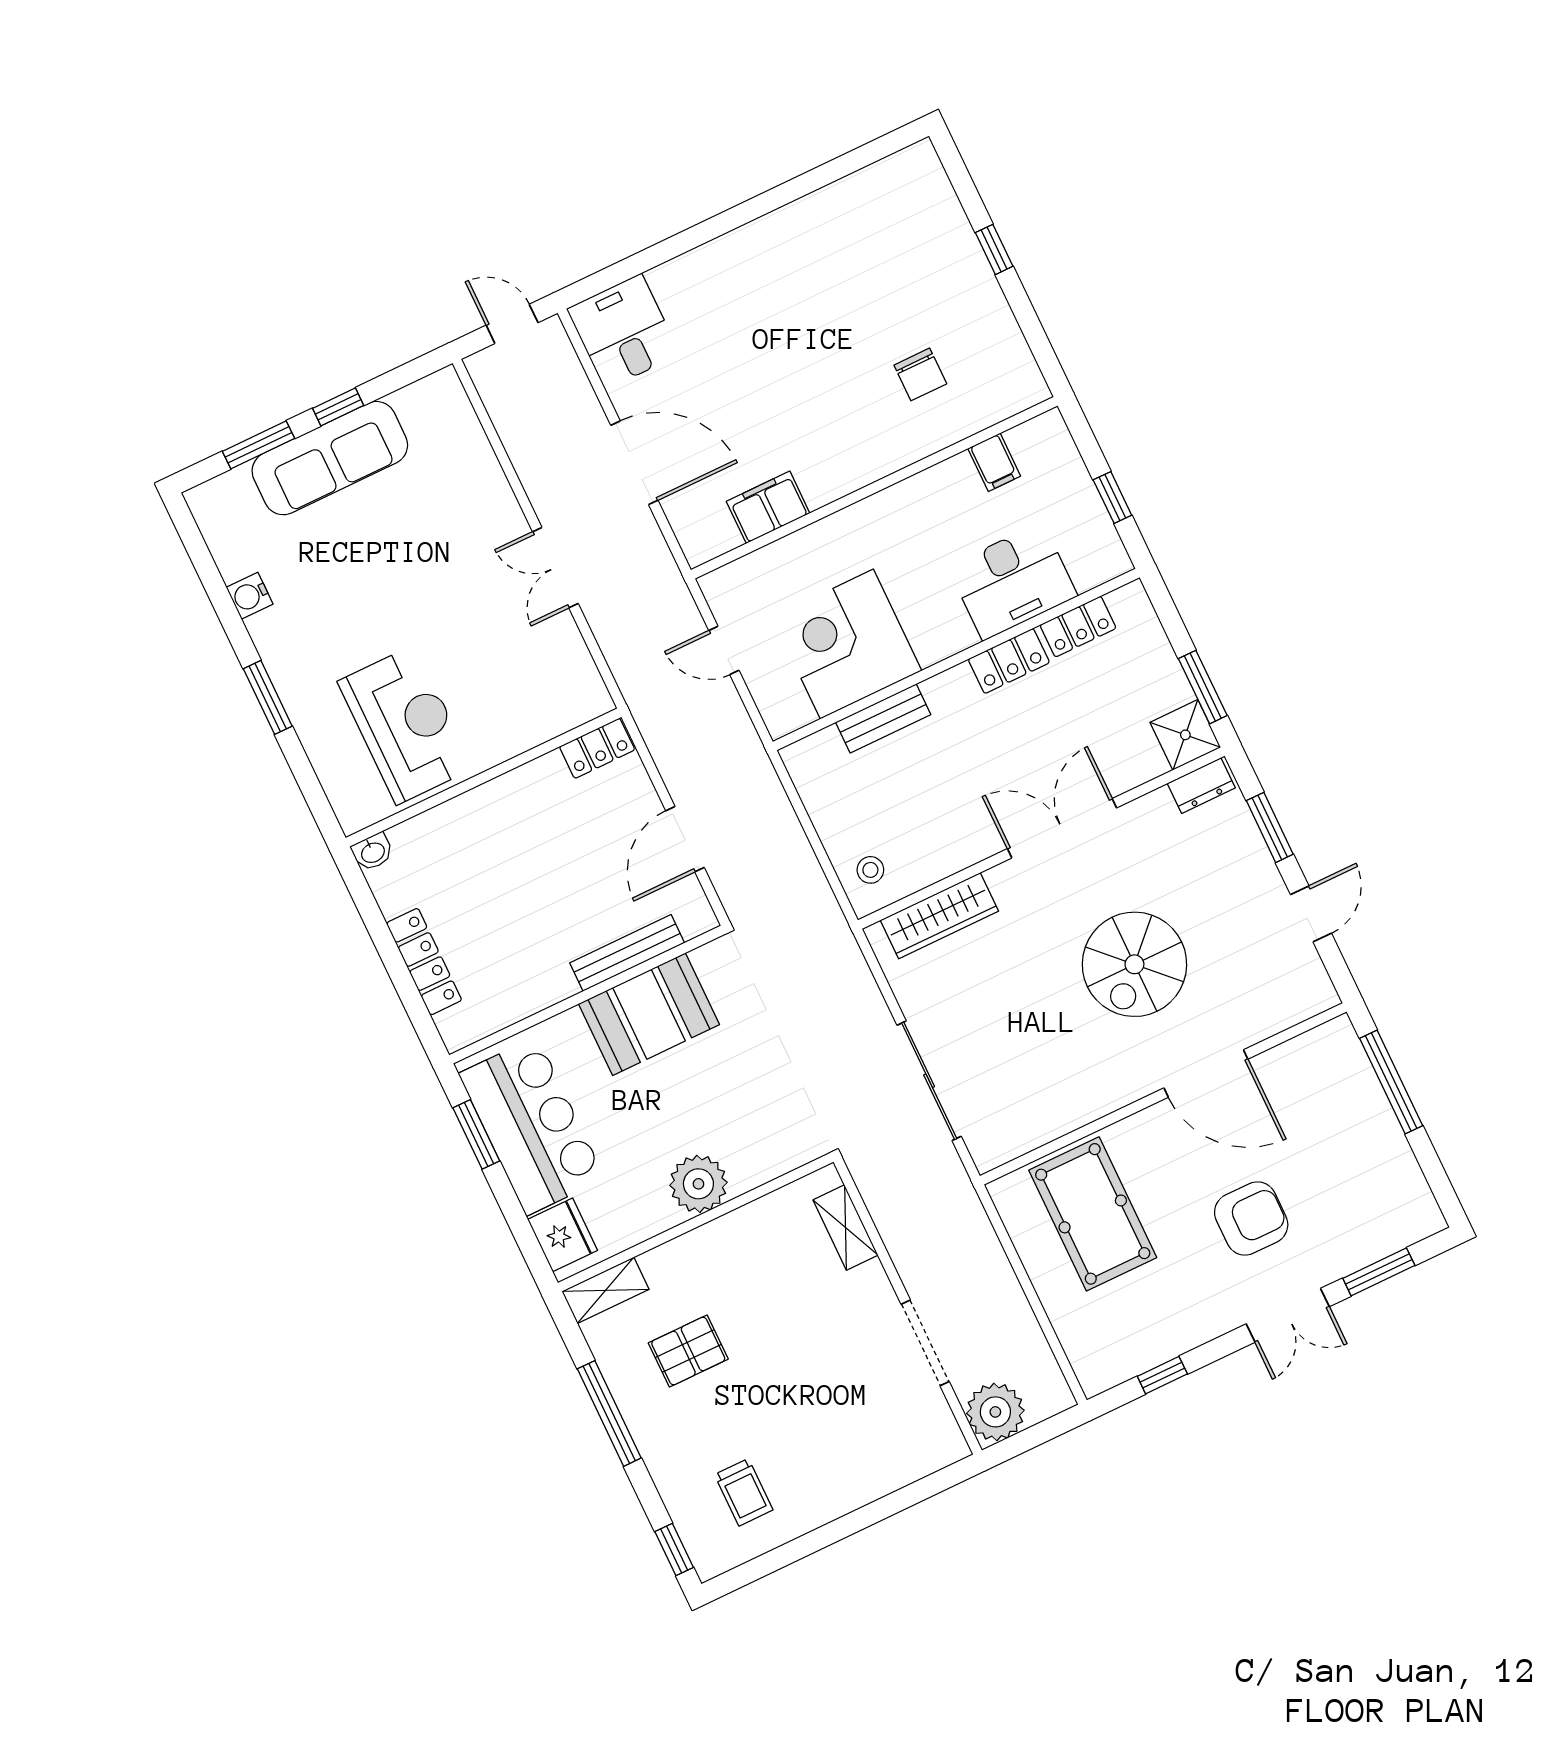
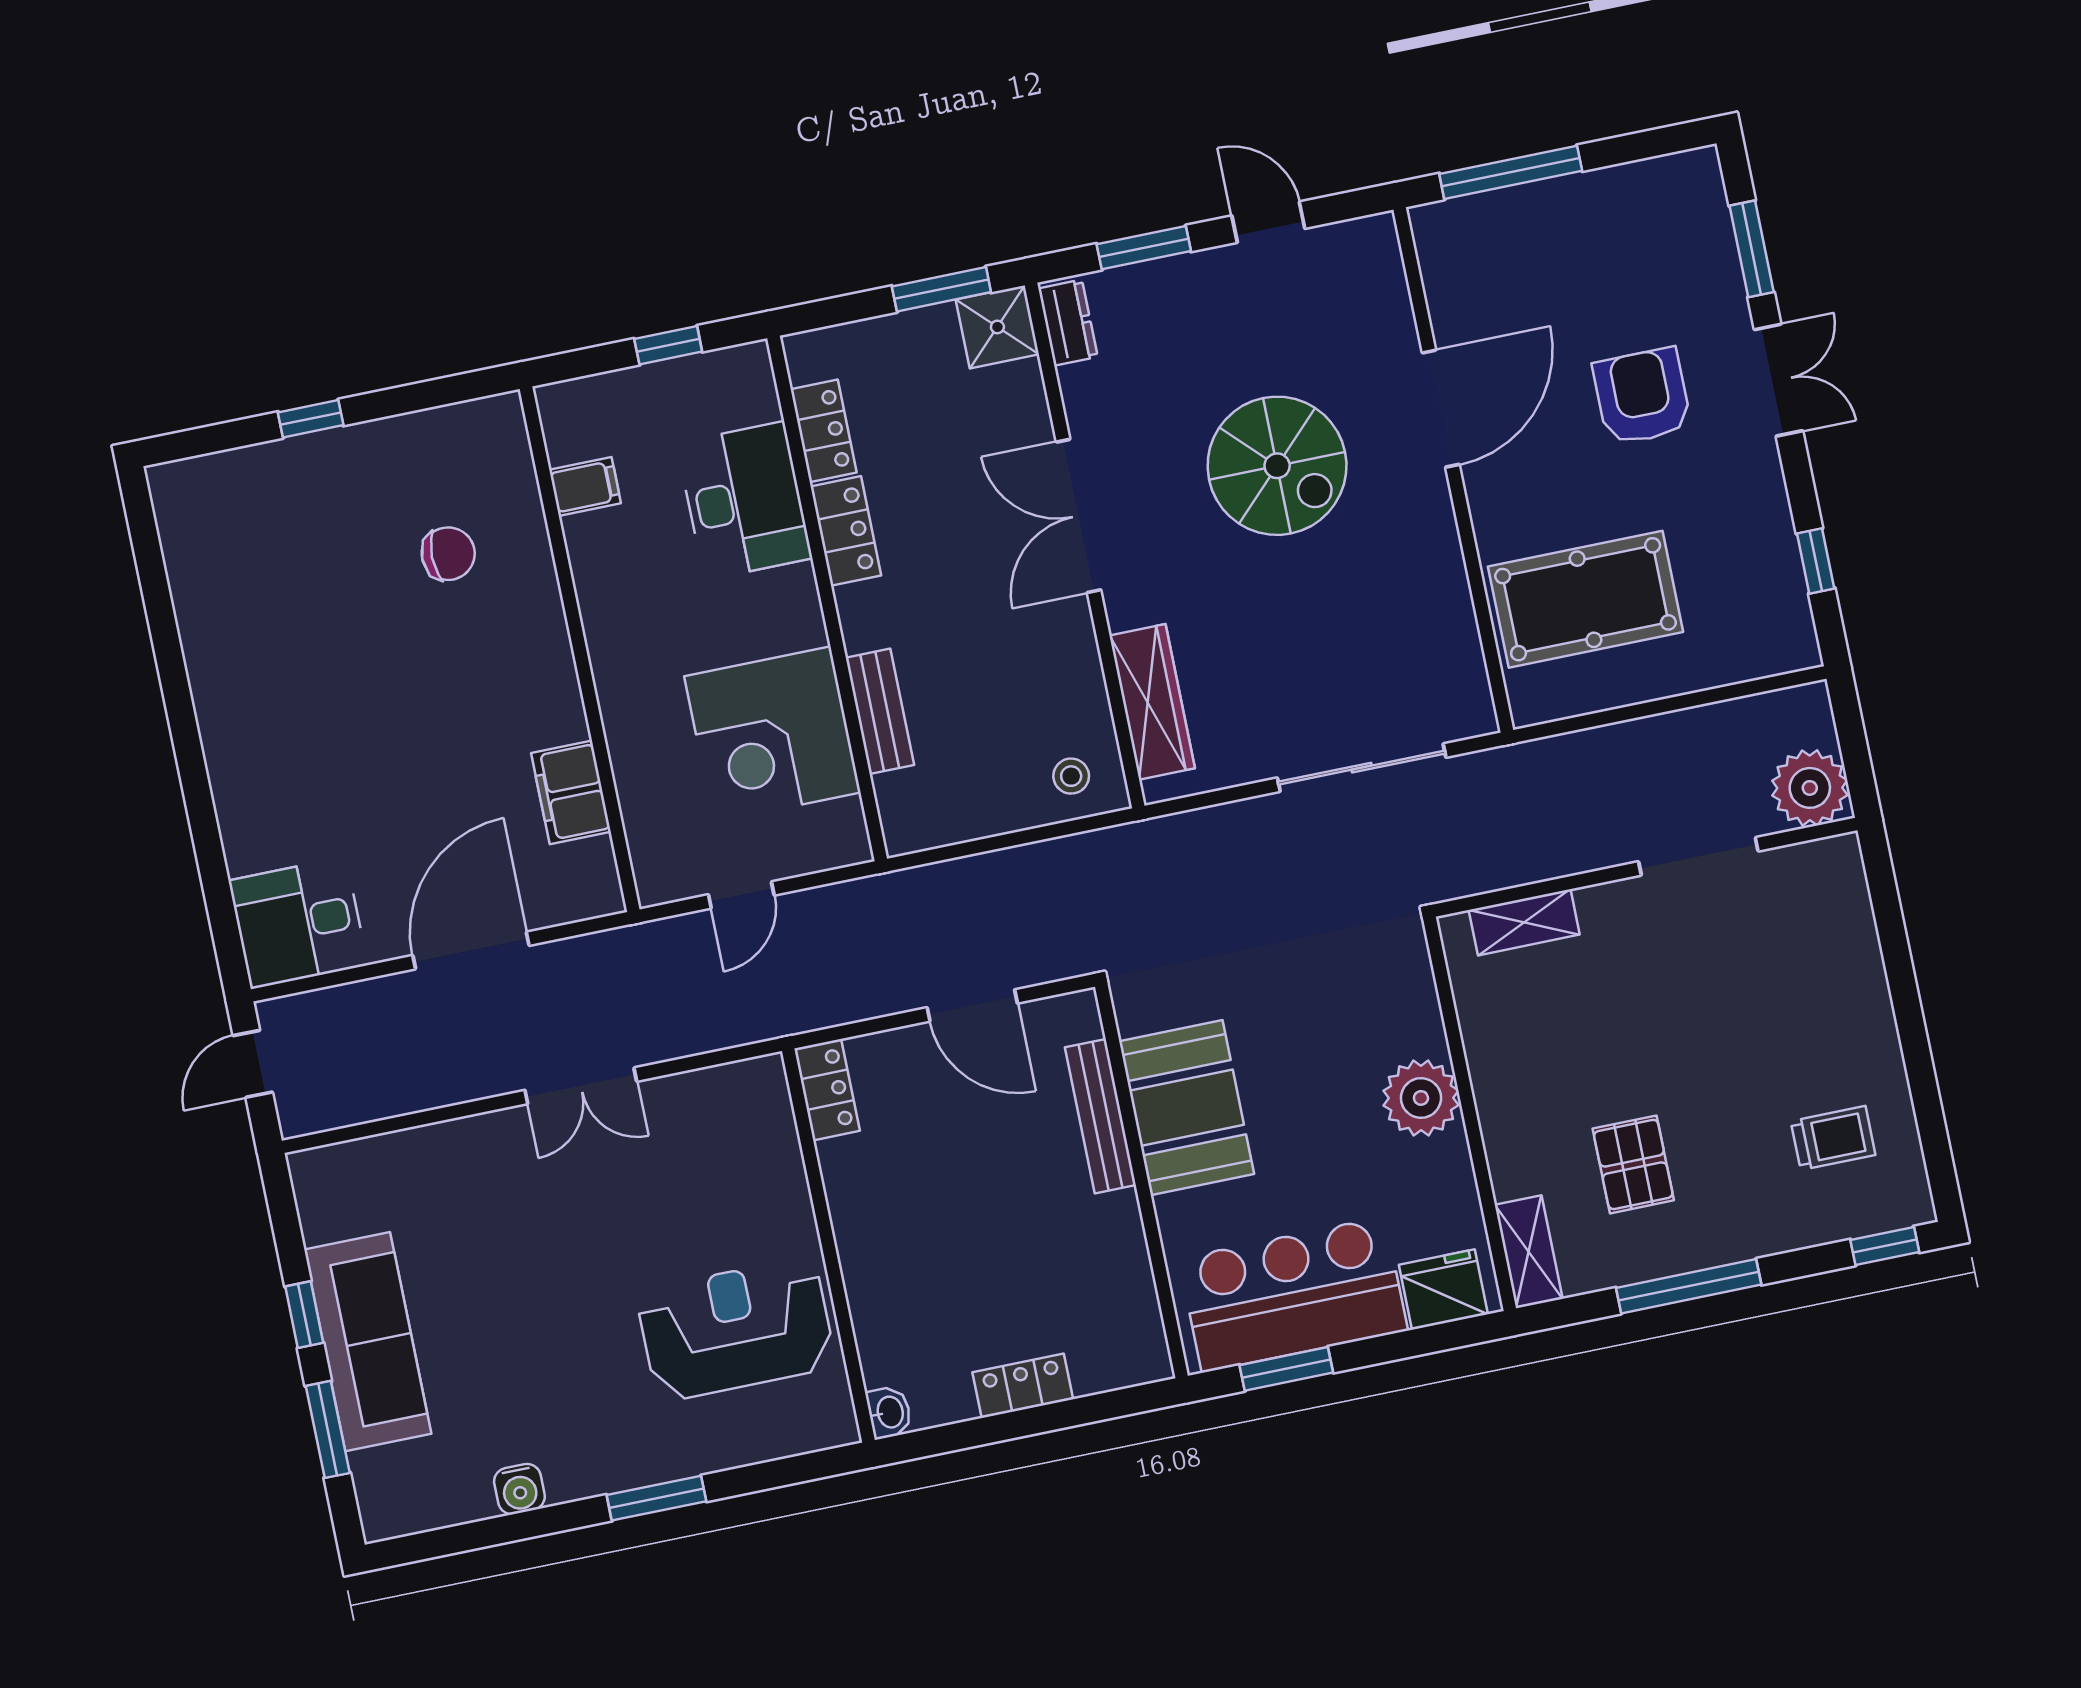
locker: (424, 962) -> (1023, 1386), width x0.66

